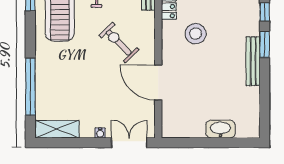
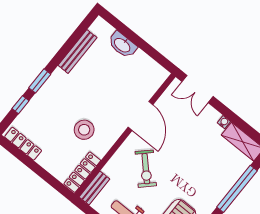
bench: (253, 61) -> (77, 51), moved
water cooler: (100, 133) -> (224, 122), moved

